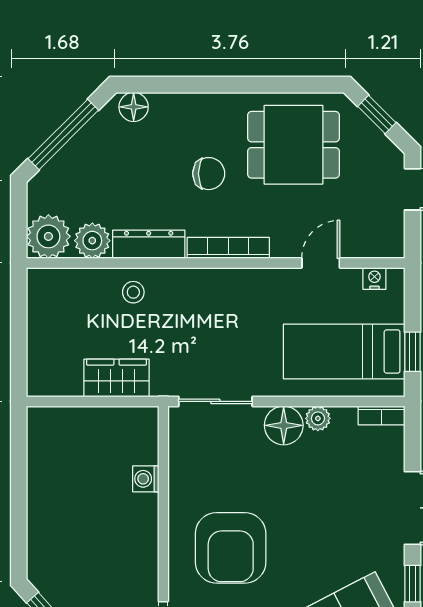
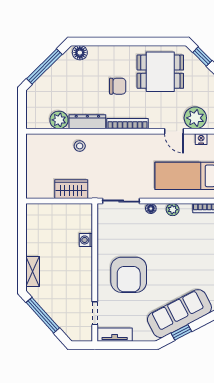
plant: (48, 236) -> (195, 118), moved
door: (321, 263) -> (174, 131), swing flipped
floor lamp: (284, 425) -> (151, 209), width x0.53, depth x0.53
shelving: (40, 541) -> (33, 271), added

